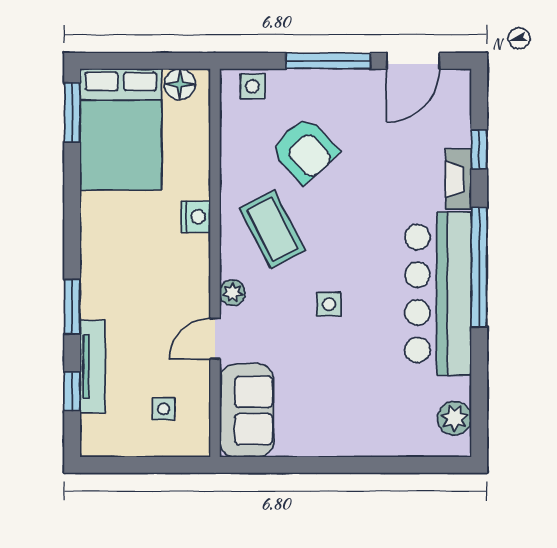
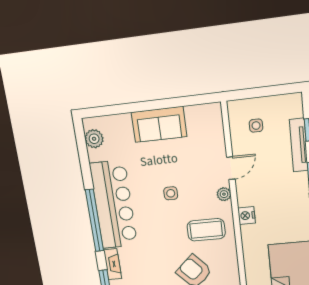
nightstand: (196, 217) -> (246, 215), moved
coffee table: (272, 229) -> (206, 230), turned -63
sofa: (247, 410) -> (159, 124), moved, turned -90

